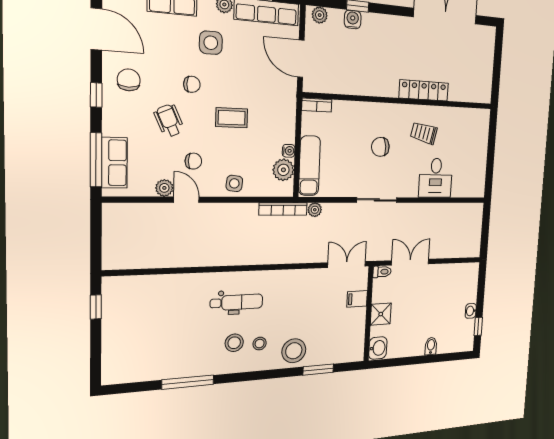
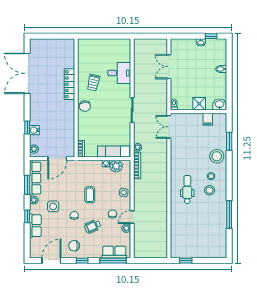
chair: (380, 147) -> (85, 106), moved
double door: (410, 262) -> (169, 67), moved
filing cabinet: (357, 299) -> (208, 119), moved

